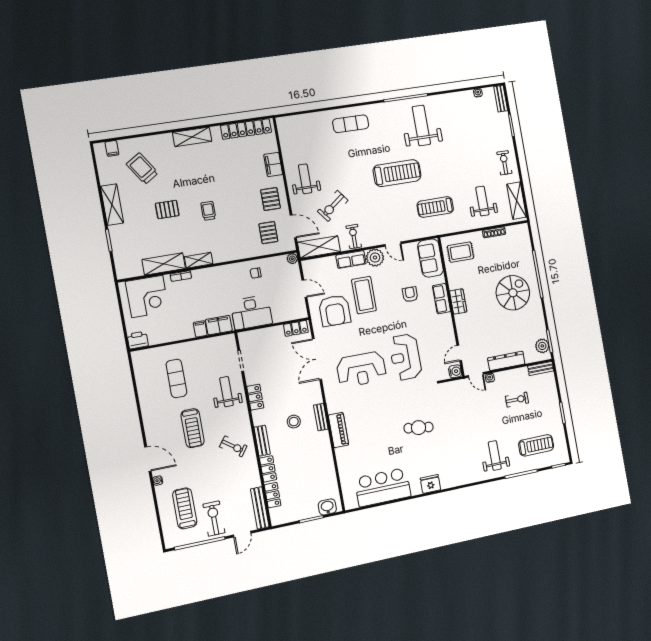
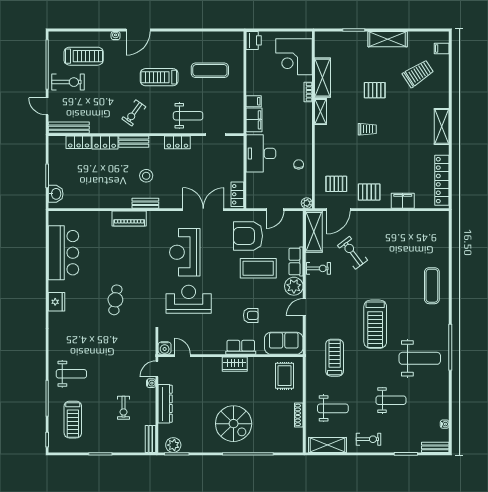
weight bench: (305, 179) -> (391, 400), moved
pallet: (167, 209) -> (375, 90), turned 90

